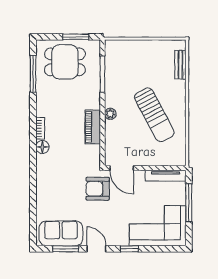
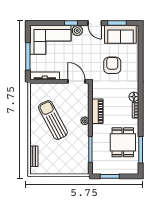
dining table: (65, 62) -> (123, 142), moved, turned 90
armchair: (98, 189) -> (112, 65), moved, turned -90
plant: (121, 238) -> (77, 31), added

